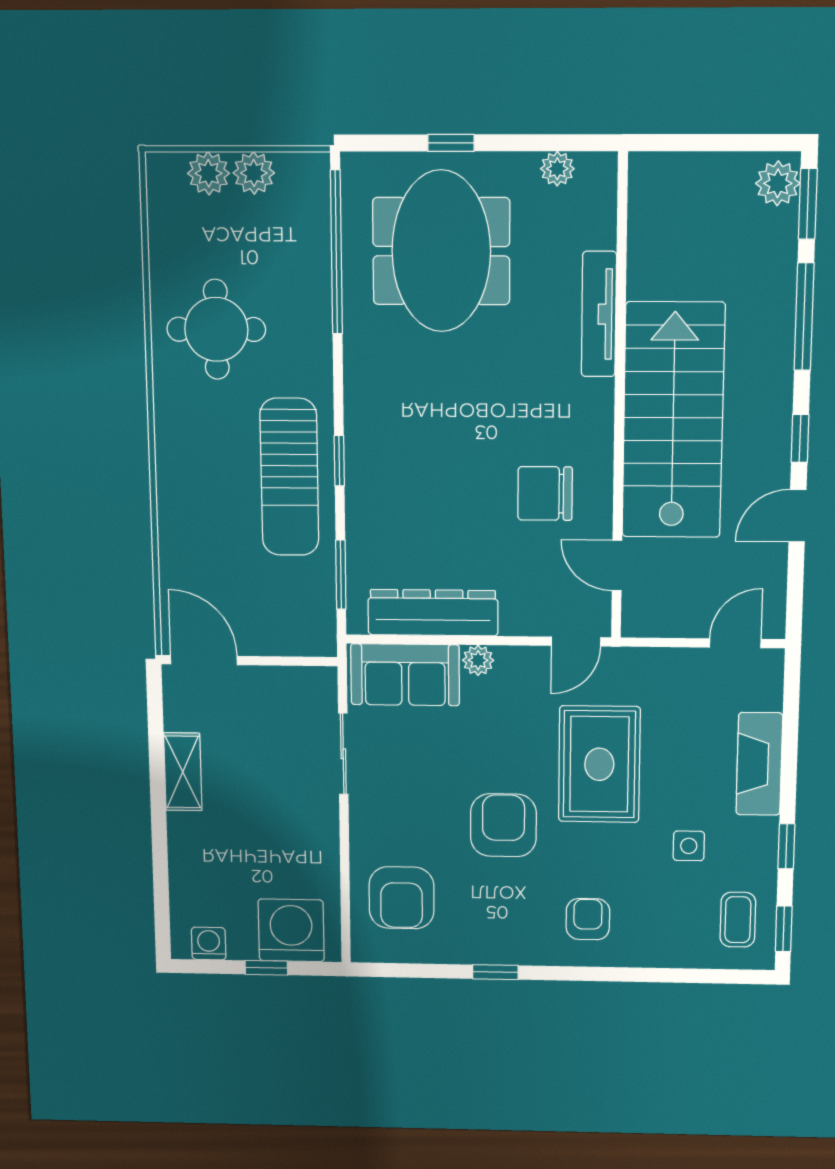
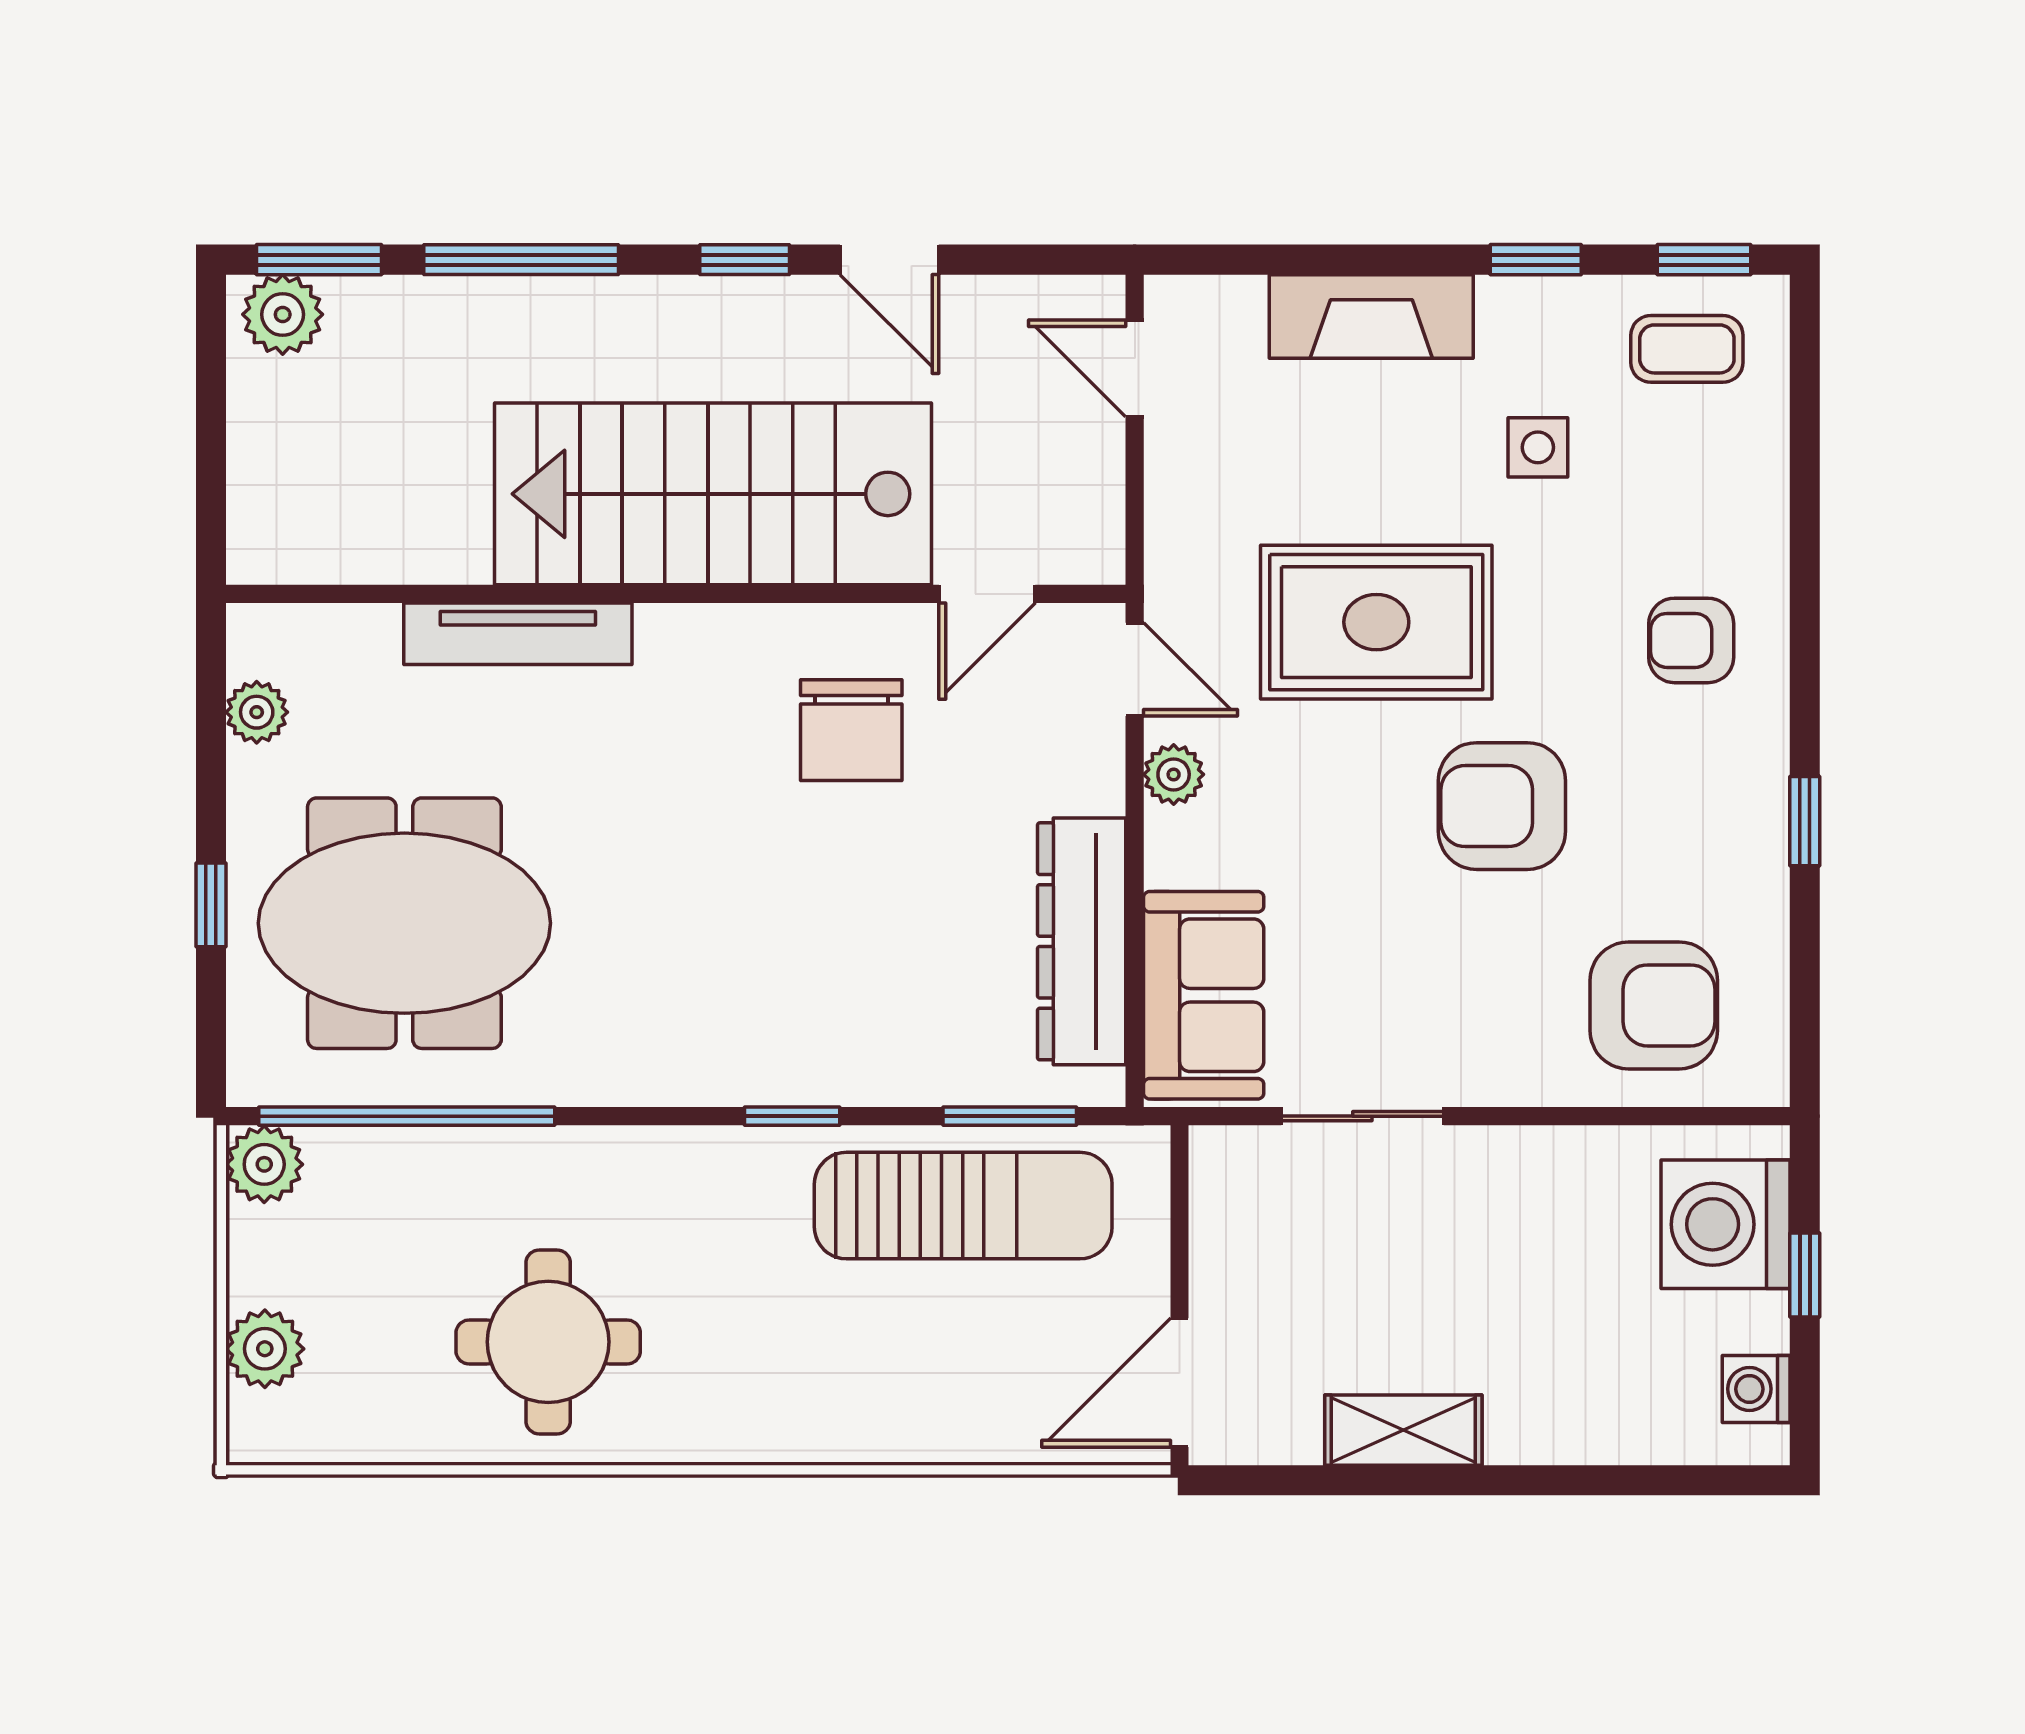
plant: (254, 173) -> (264, 1164), moved
sun lounger: (289, 477) -> (963, 1206), moved
plant: (478, 660) -> (1174, 774), moved

